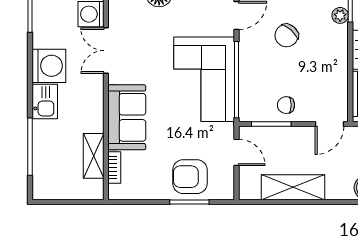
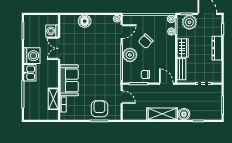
plant: (254, 64) -> (130, 55), added
corner sofa: (204, 79) -> (106, 62), removed
door: (329, 124) -> (166, 84), swing flipped
armchair: (190, 177) -> (99, 109), turned 90
shelving: (293, 187) -> (162, 114), moved

